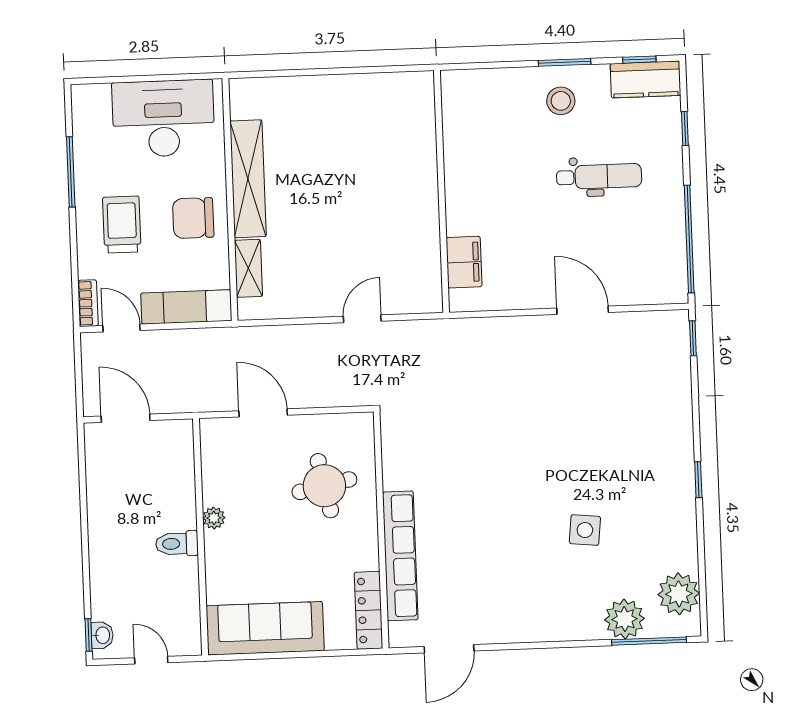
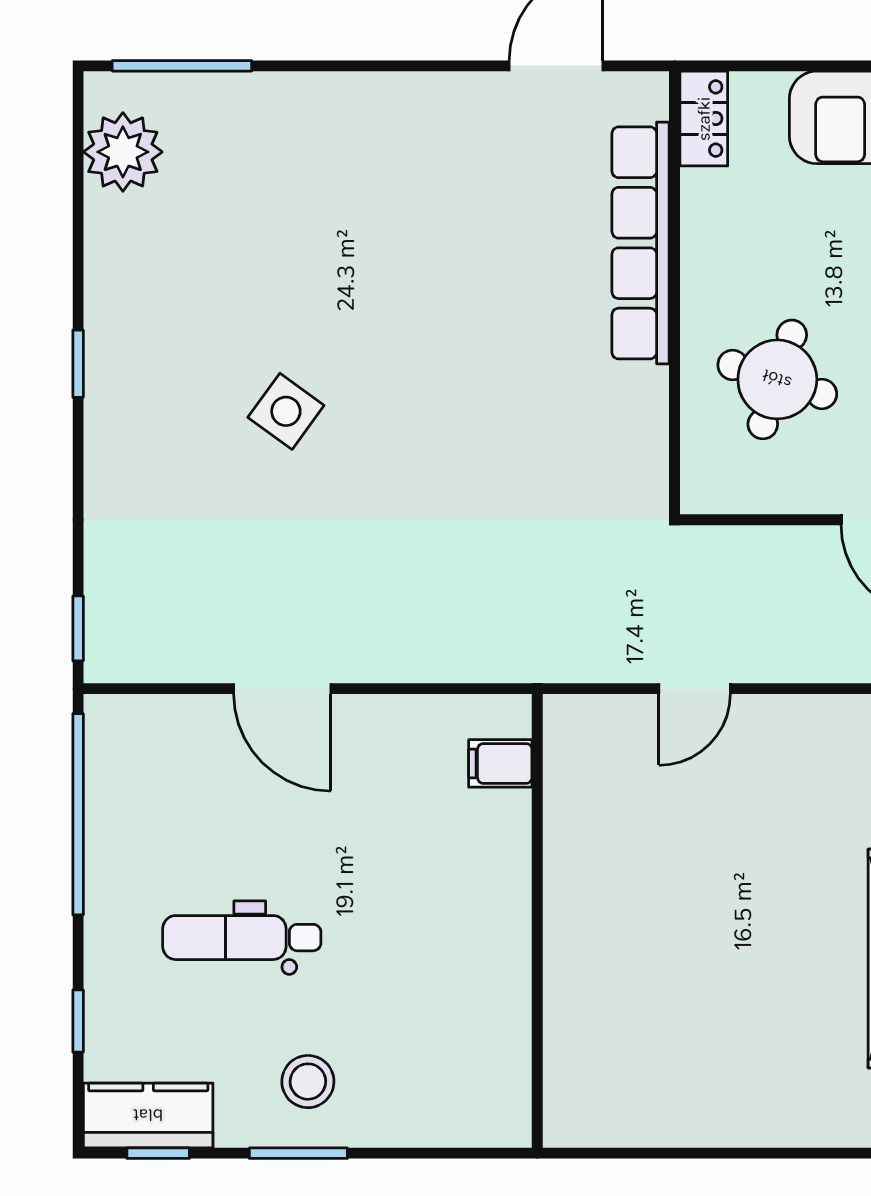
filing cabinet: (464, 262) -> (500, 763), width x0.50
round table: (324, 486) -> (777, 379), turned 30
side table: (585, 530) -> (286, 411), moved, turned 30
locker: (369, 610) -> (704, 119), width x0.66
plant: (625, 619) -> (226, 109), removed

